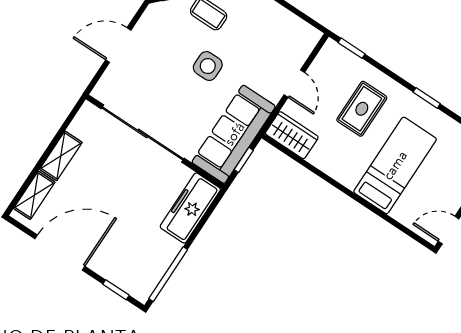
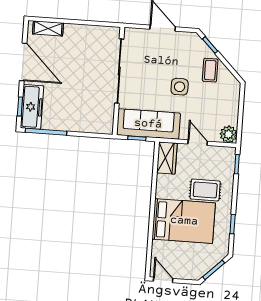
plant: (306, 37) -> (229, 134), added
door: (294, 84) -> (198, 143), swing flipped
shelving: (61, 156) -> (79, 31), removed
bed: (395, 165) -> (184, 221), width x1.50
freezer: (190, 208) -> (32, 107), moved, turned 90

